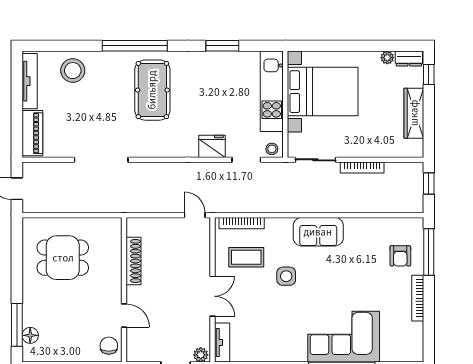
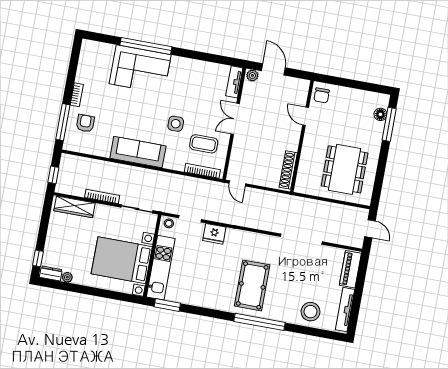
window: (222, 46) -> (167, 305), moved
wardrobe: (414, 113) -> (74, 207), moved, turned 90
sofa: (318, 232) -> (138, 152), width x1.36
dining table: (63, 258) -> (345, 169), width x1.38
shoe rack: (134, 261) -> (288, 170), moved
bookcase: (418, 298) -> (77, 95), width x0.64

